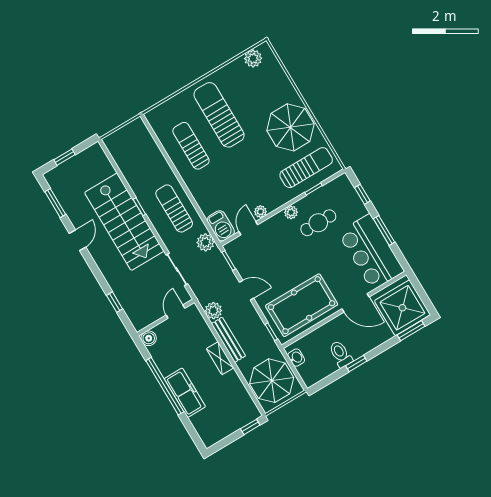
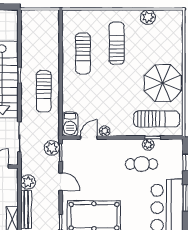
plant: (253, 58) -> (148, 17), moved
sun lounger: (219, 115) -> (117, 43), width x0.73, depth x0.75
sun lounger: (191, 146) -> (83, 53), turned 180
sun lounger: (174, 208) -> (44, 91), turned 180
plant: (291, 212) -> (148, 145), moved
plant: (206, 242) -> (52, 148), moved

